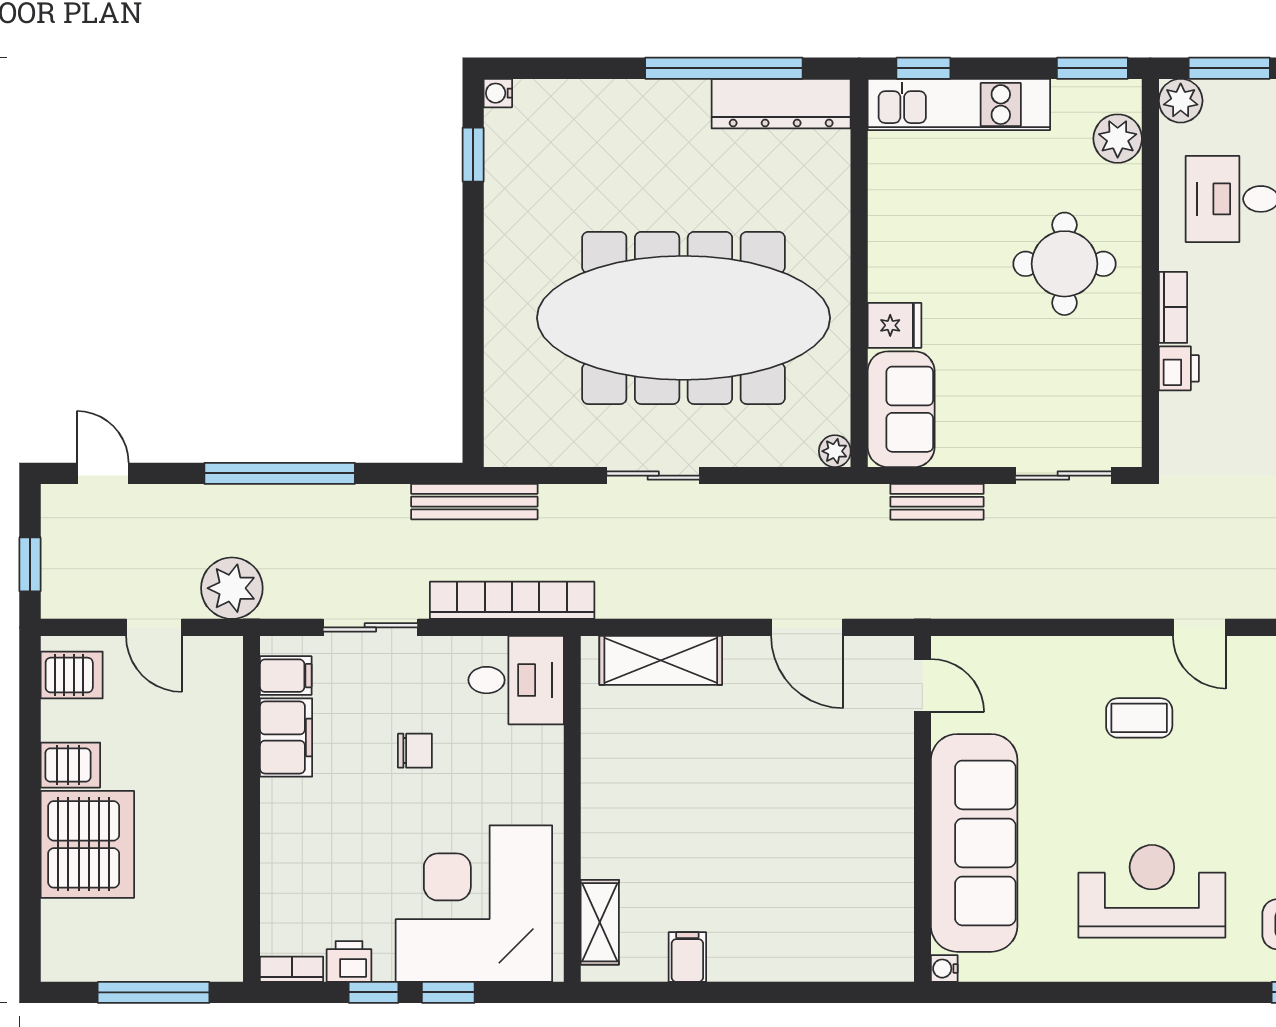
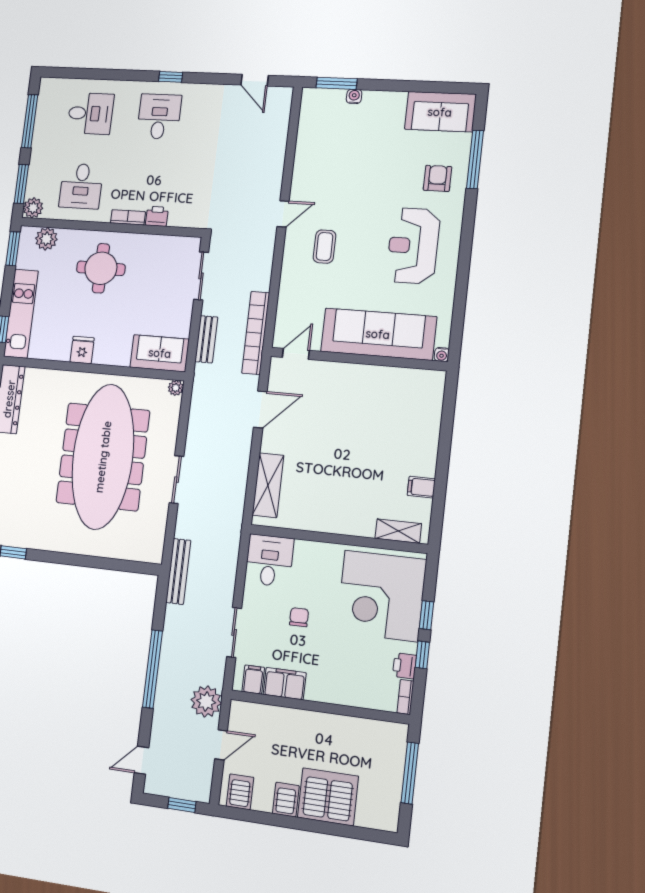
fridge: (894, 325) -> (82, 350), moved
bookcase: (512, 600) -> (256, 333), moved

